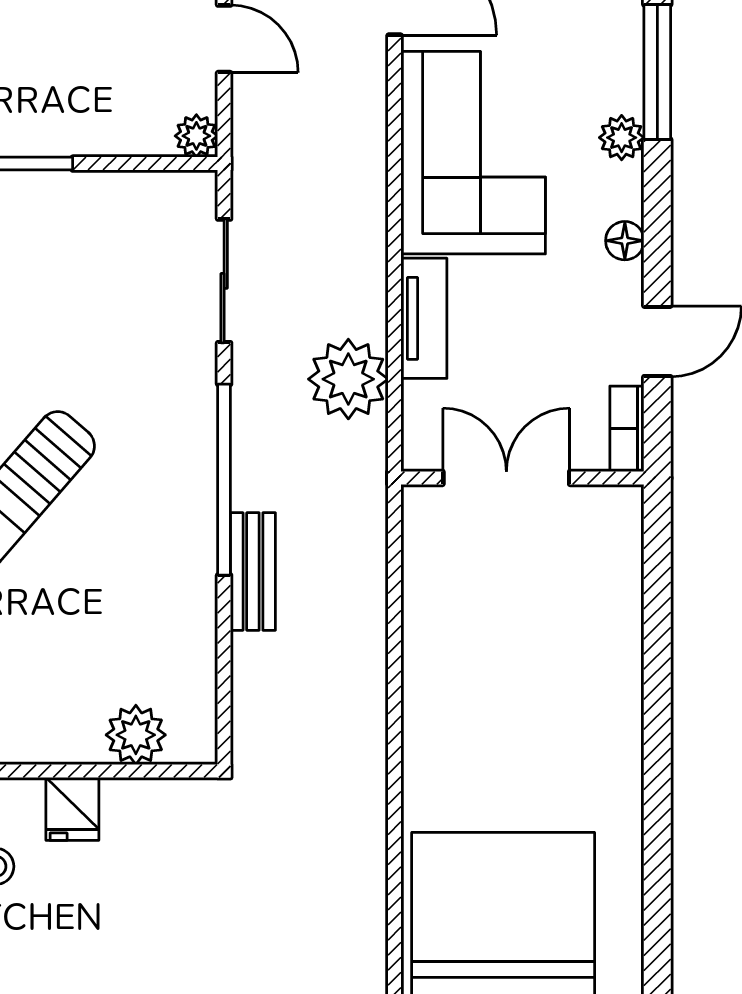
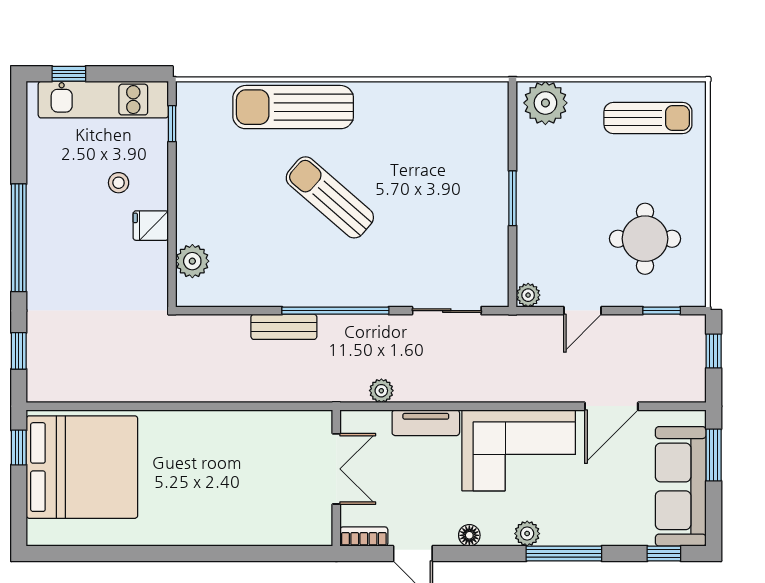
plant: (348, 379) -> (381, 391), width x0.53, depth x0.53

